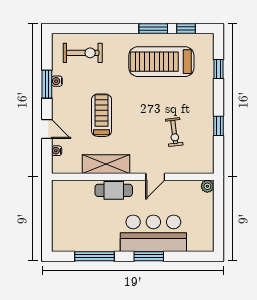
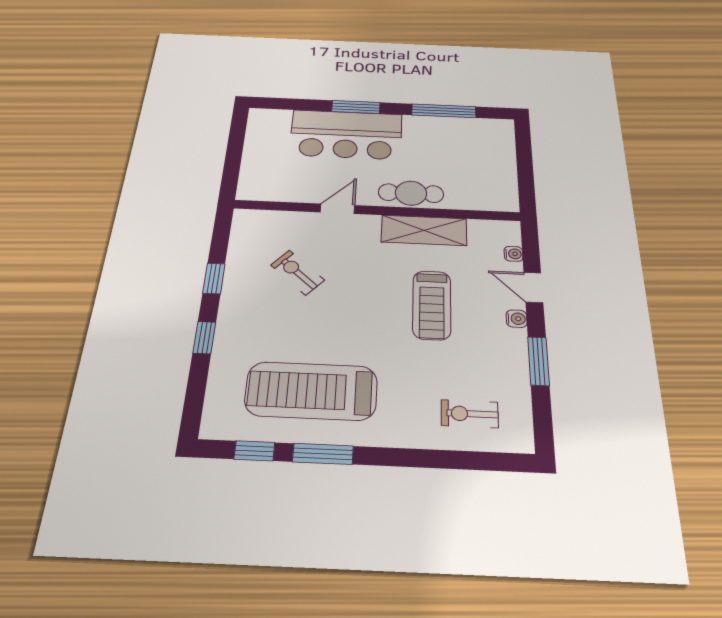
exercise bike: (83, 53) -> (470, 414), width x0.73, depth x0.72
treadmill: (161, 62) -> (311, 391), turned 180
window: (219, 69) -> (204, 338), moved
water cooler: (57, 81) -> (517, 319), moved
exercise bike: (174, 132) -> (297, 272), turned -41
plant: (207, 186) -> (247, 192), removed

